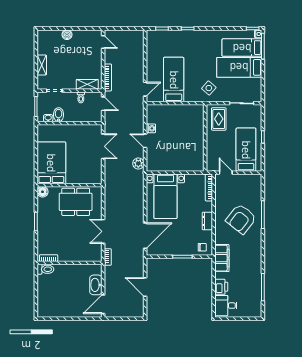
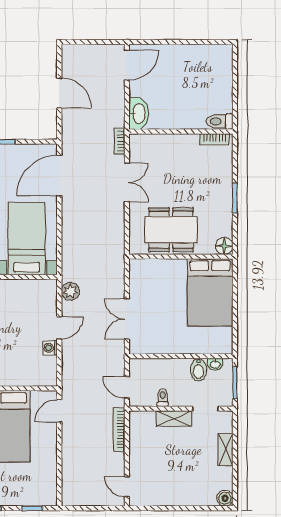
boiler: (67, 35) -> (225, 498), moved
shelving: (87, 84) -> (174, 419), moved
door: (145, 141) -> (59, 328), hinge flipped
washbasin: (96, 285) -> (139, 114), moved

